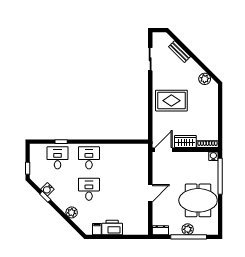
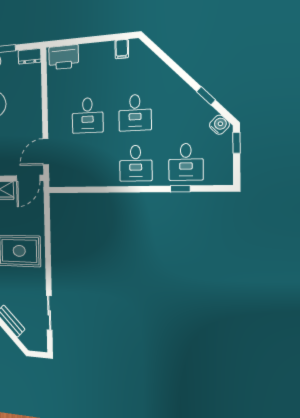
water cooler: (47, 189) -> (219, 125), moved
desk: (120, 189) -> (87, 115), added
door: (150, 193) -> (46, 152), moved
plant: (72, 212) -> (162, 73), removed
printer: (112, 228) -> (64, 57), moved

